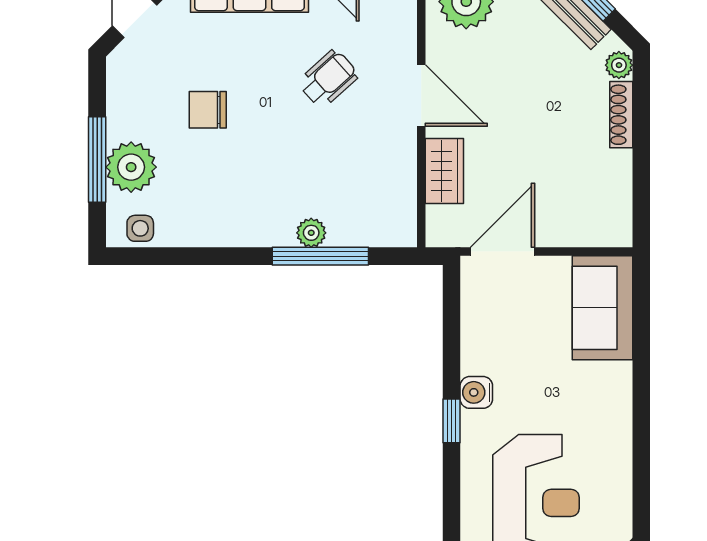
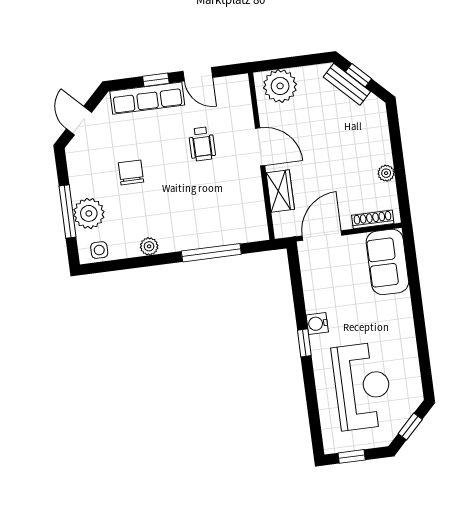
plant: (619, 65) -> (386, 173), moved
wheelchair: (328, 79) -> (202, 144), turned 132
chair: (208, 110) -> (131, 172), turned 90
shoe rack: (621, 115) -> (373, 219), moved, turned 90
plant: (311, 233) -> (149, 246), moved

